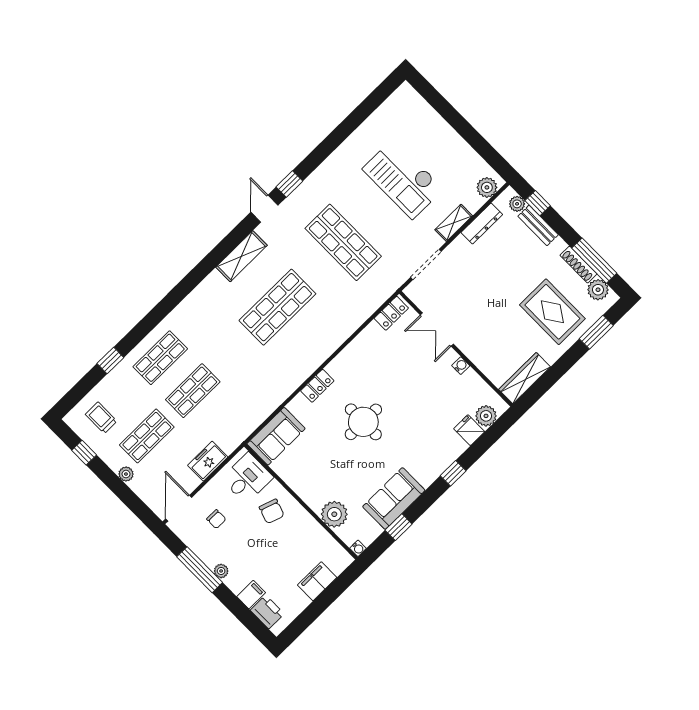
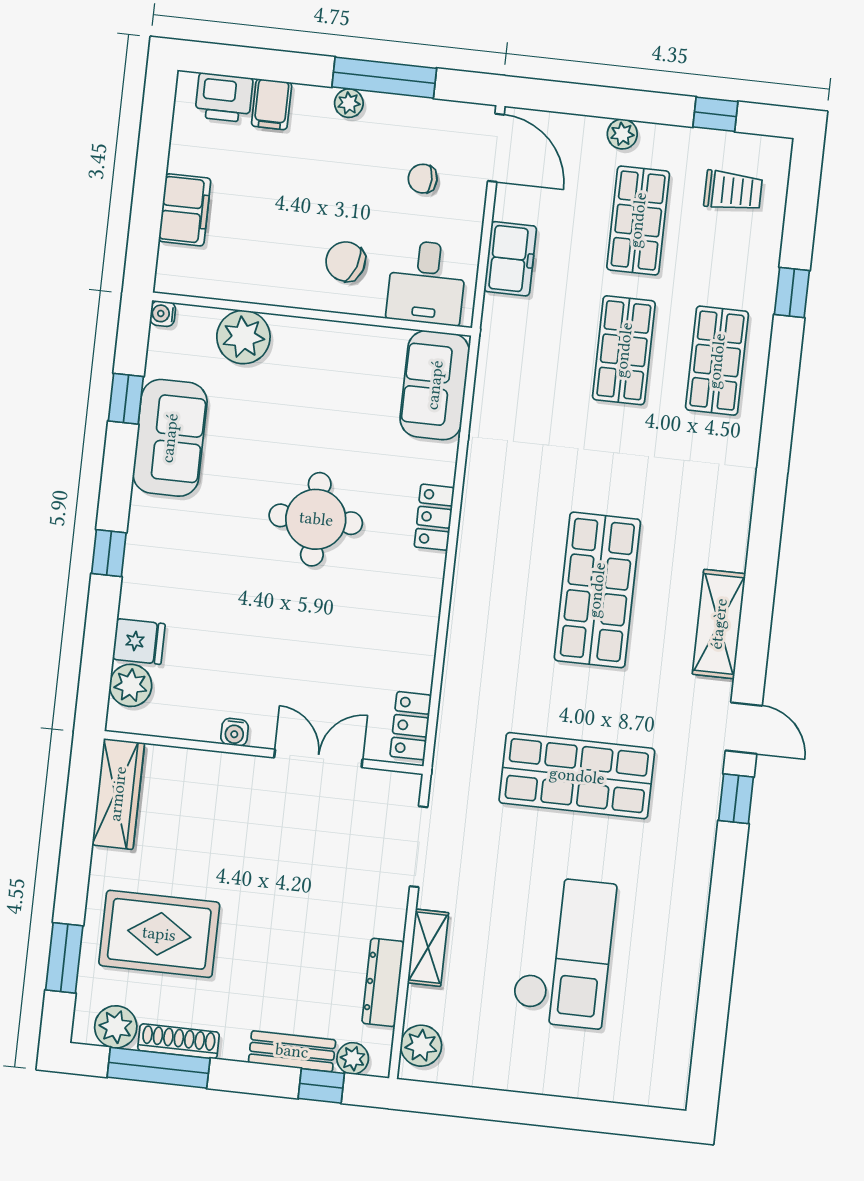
checkout: (403, 179) -> (564, 952), turned 90

